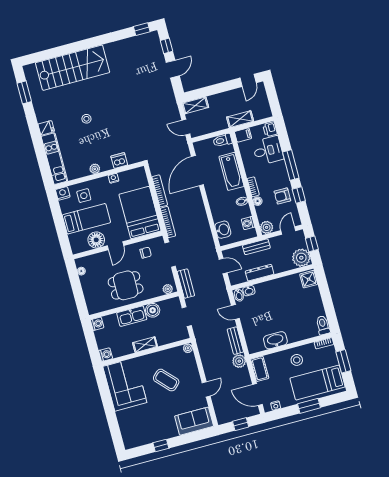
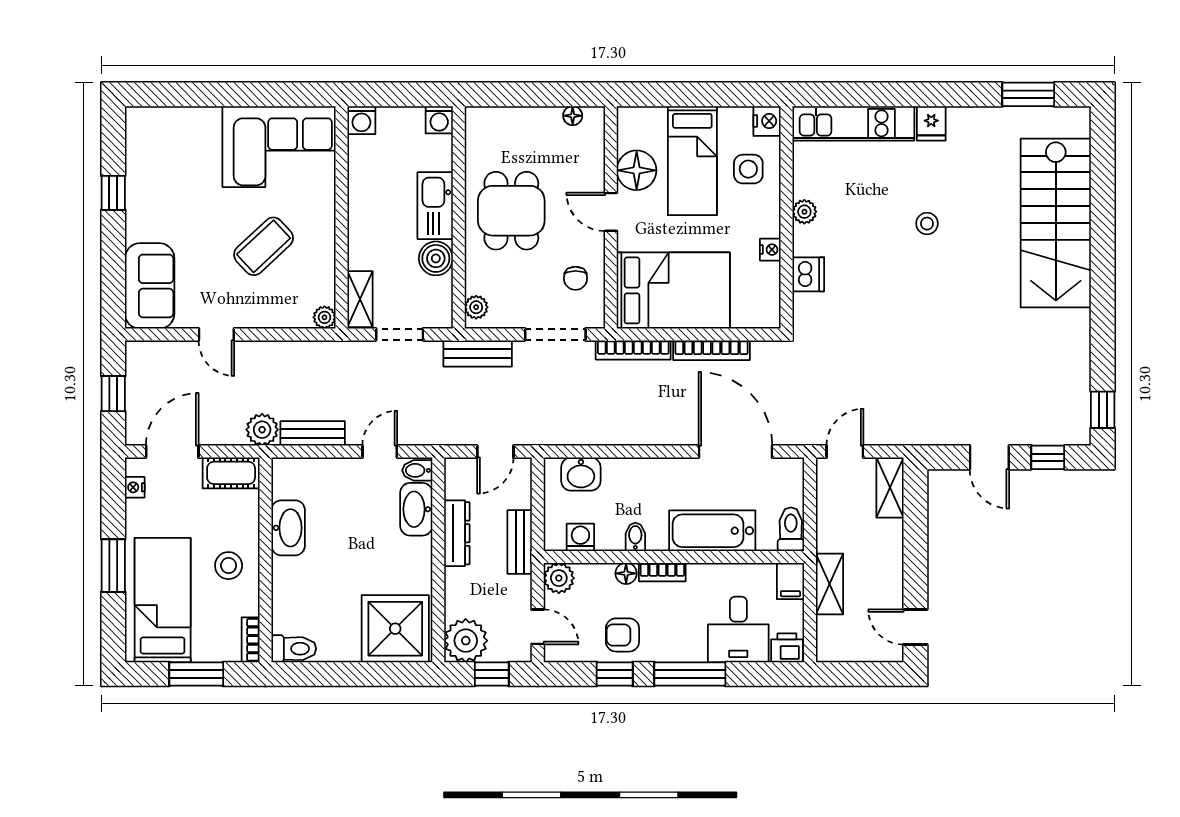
armchair: (282, 196) -> (622, 635), turned -90
shower: (309, 279) -> (395, 629), width x1.86, depth x1.86
washbasin: (249, 291) -> (416, 509), width x1.91, depth x1.45
shelving: (145, 345) -> (360, 299), moved

